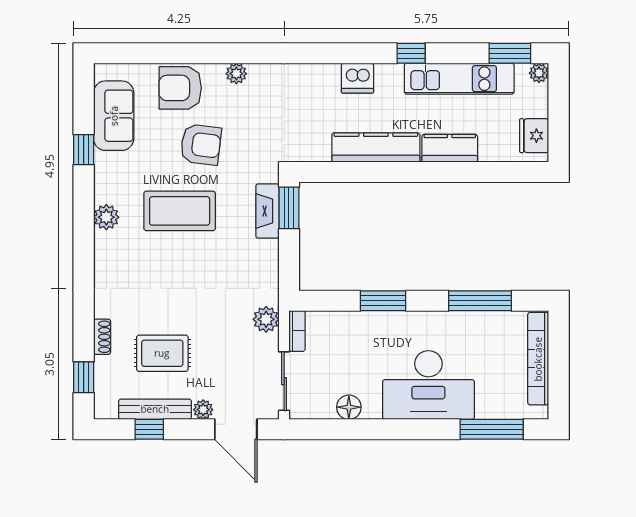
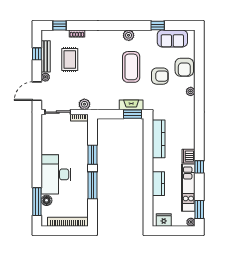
dishwasher: (357, 78) -> (189, 156), moved
armchair: (180, 88) -> (184, 67), turned 180
armchair: (201, 145) -> (160, 76), turned -97
kitchen counter: (376, 147) -> (159, 139), moved
window: (480, 301) -> (92, 185), moved
floor lamp: (349, 407) -> (47, 200), moved

